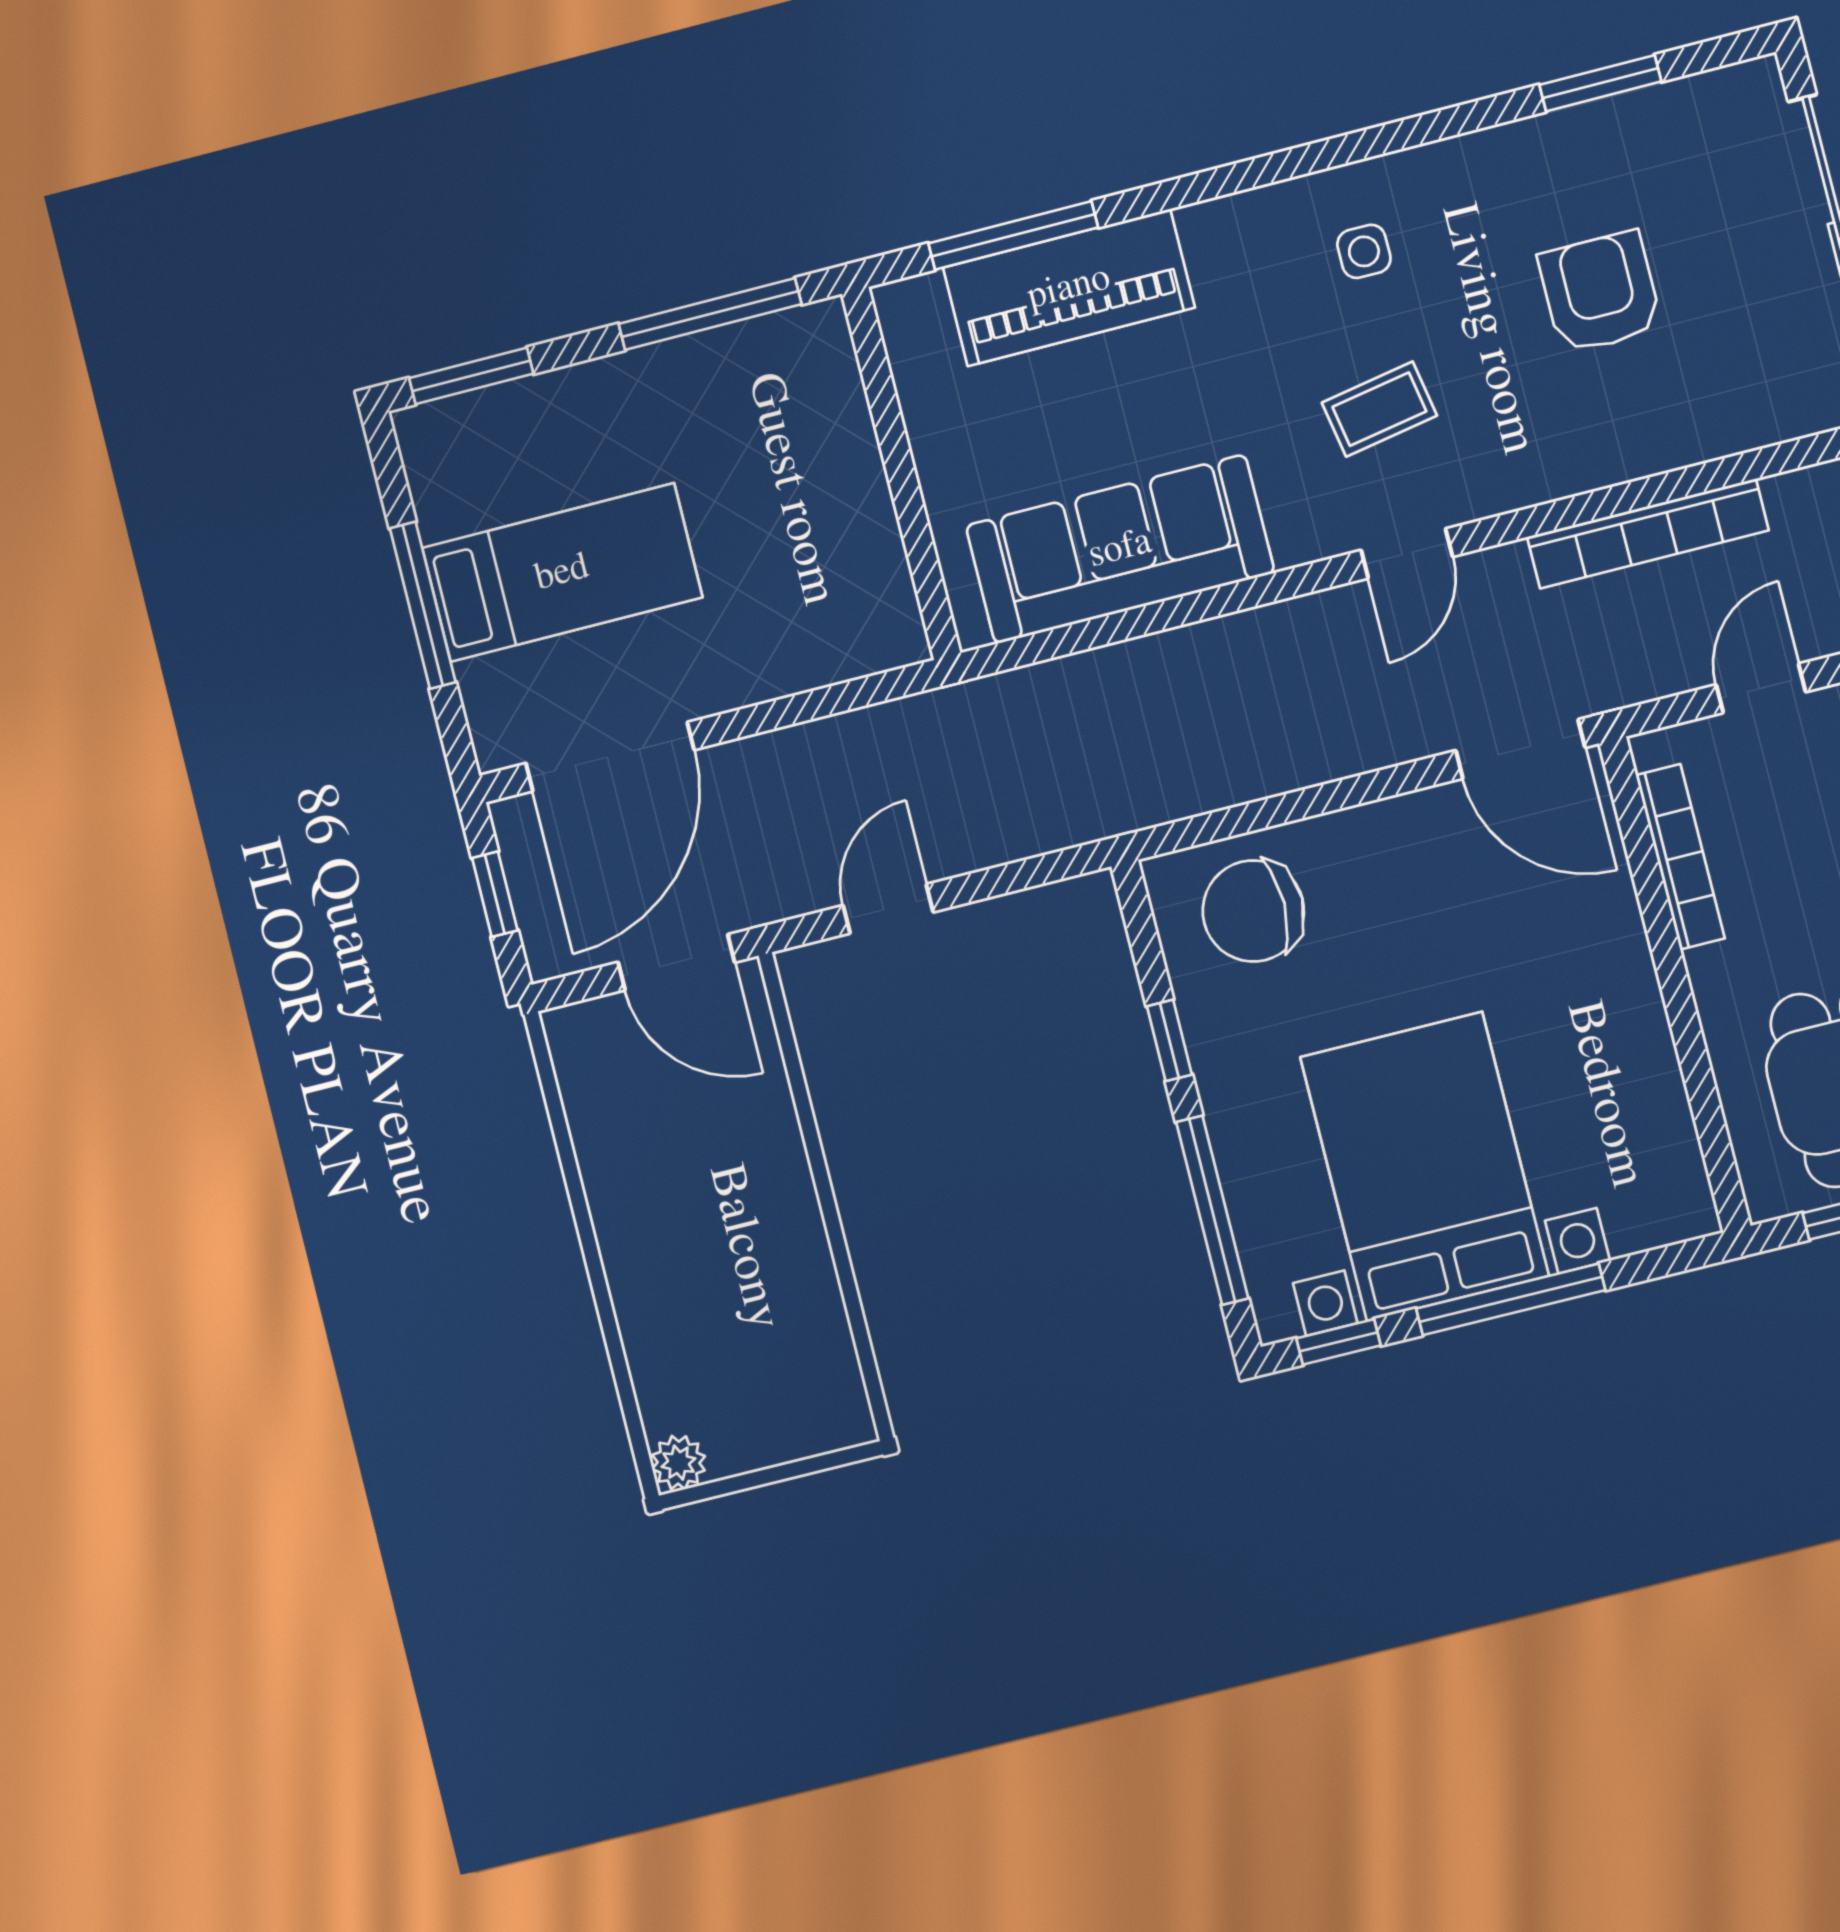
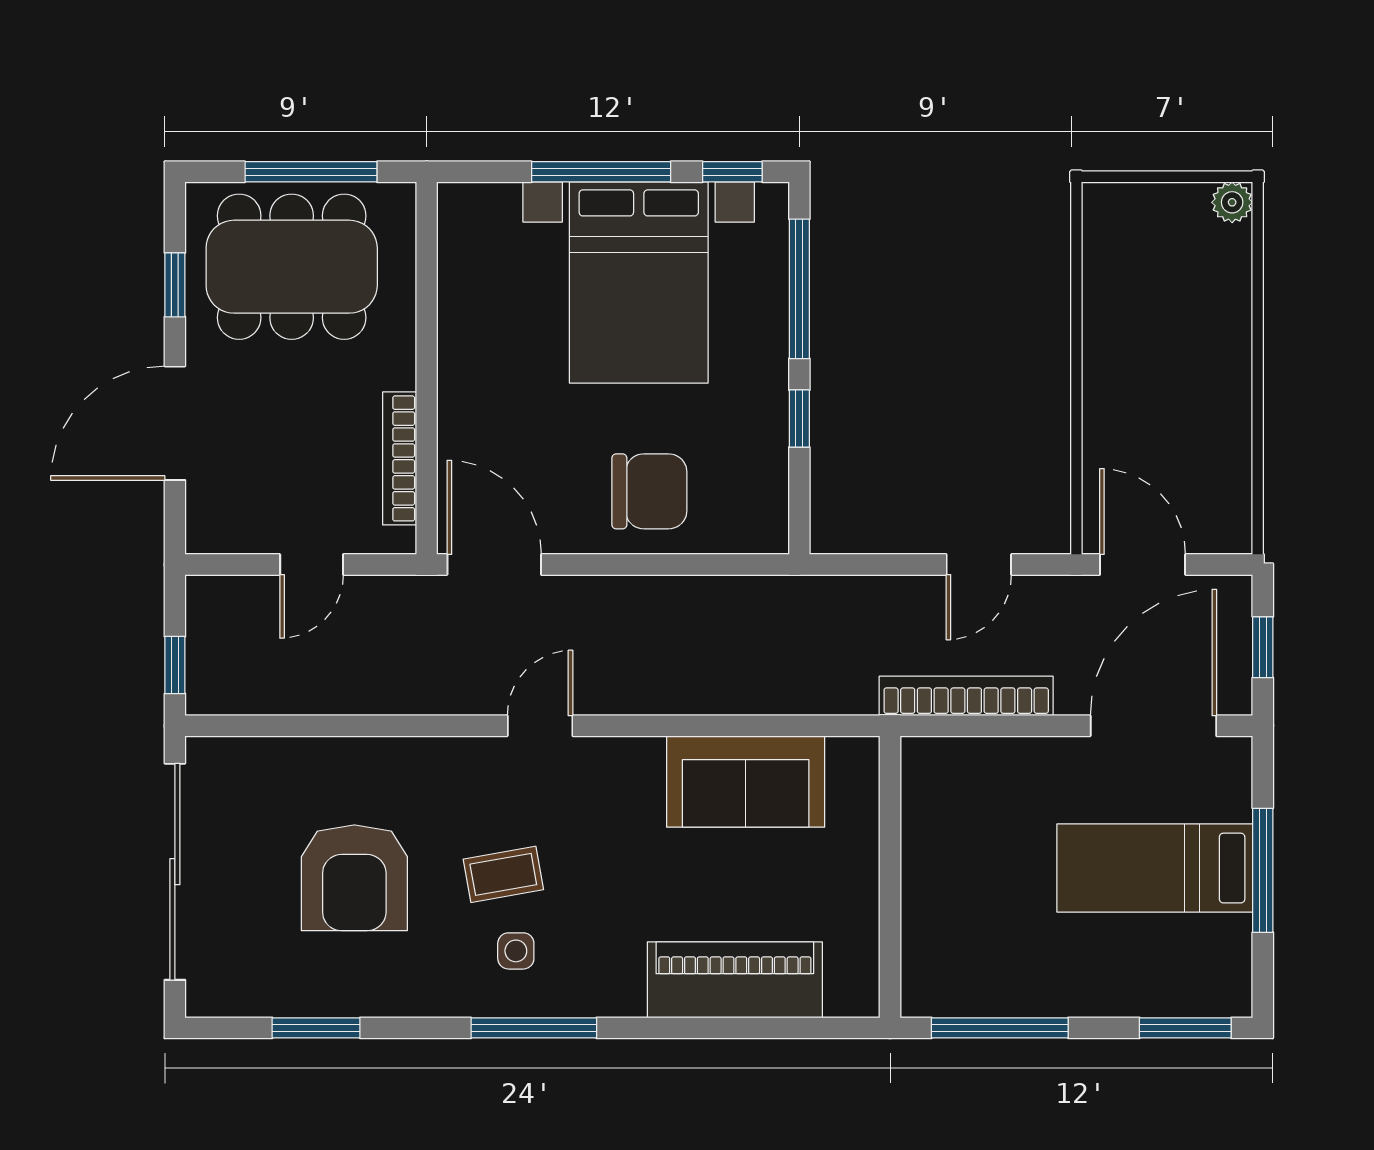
window: (1013, 235) -> (534, 1028), moved
armchair: (1600, 292) -> (354, 878), width x1.36, depth x1.36
coffee table: (1379, 409) -> (503, 874), moved
bookcase: (1648, 534) -> (966, 696), moved
sofa: (1120, 549) -> (746, 781), width x0.73
chair: (1253, 911) -> (649, 491), moved

